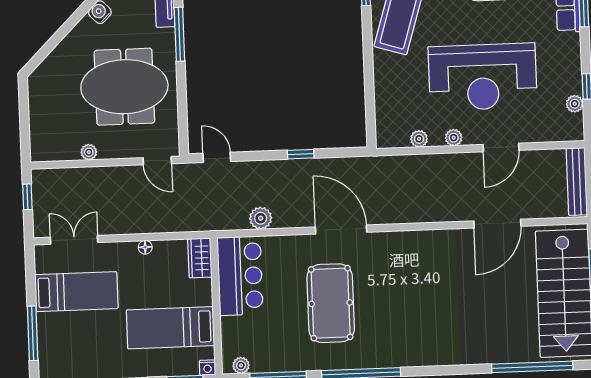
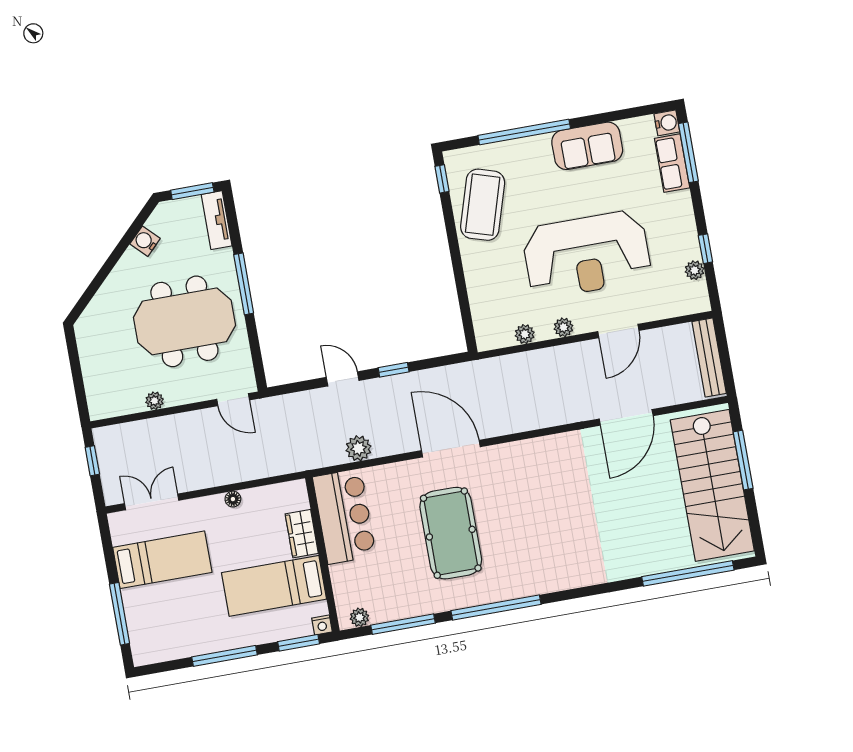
window: (179, 34) -> (244, 284), moved
door: (217, 157) -> (343, 379), moved
wardrobe: (200, 258) -> (302, 534), moved

